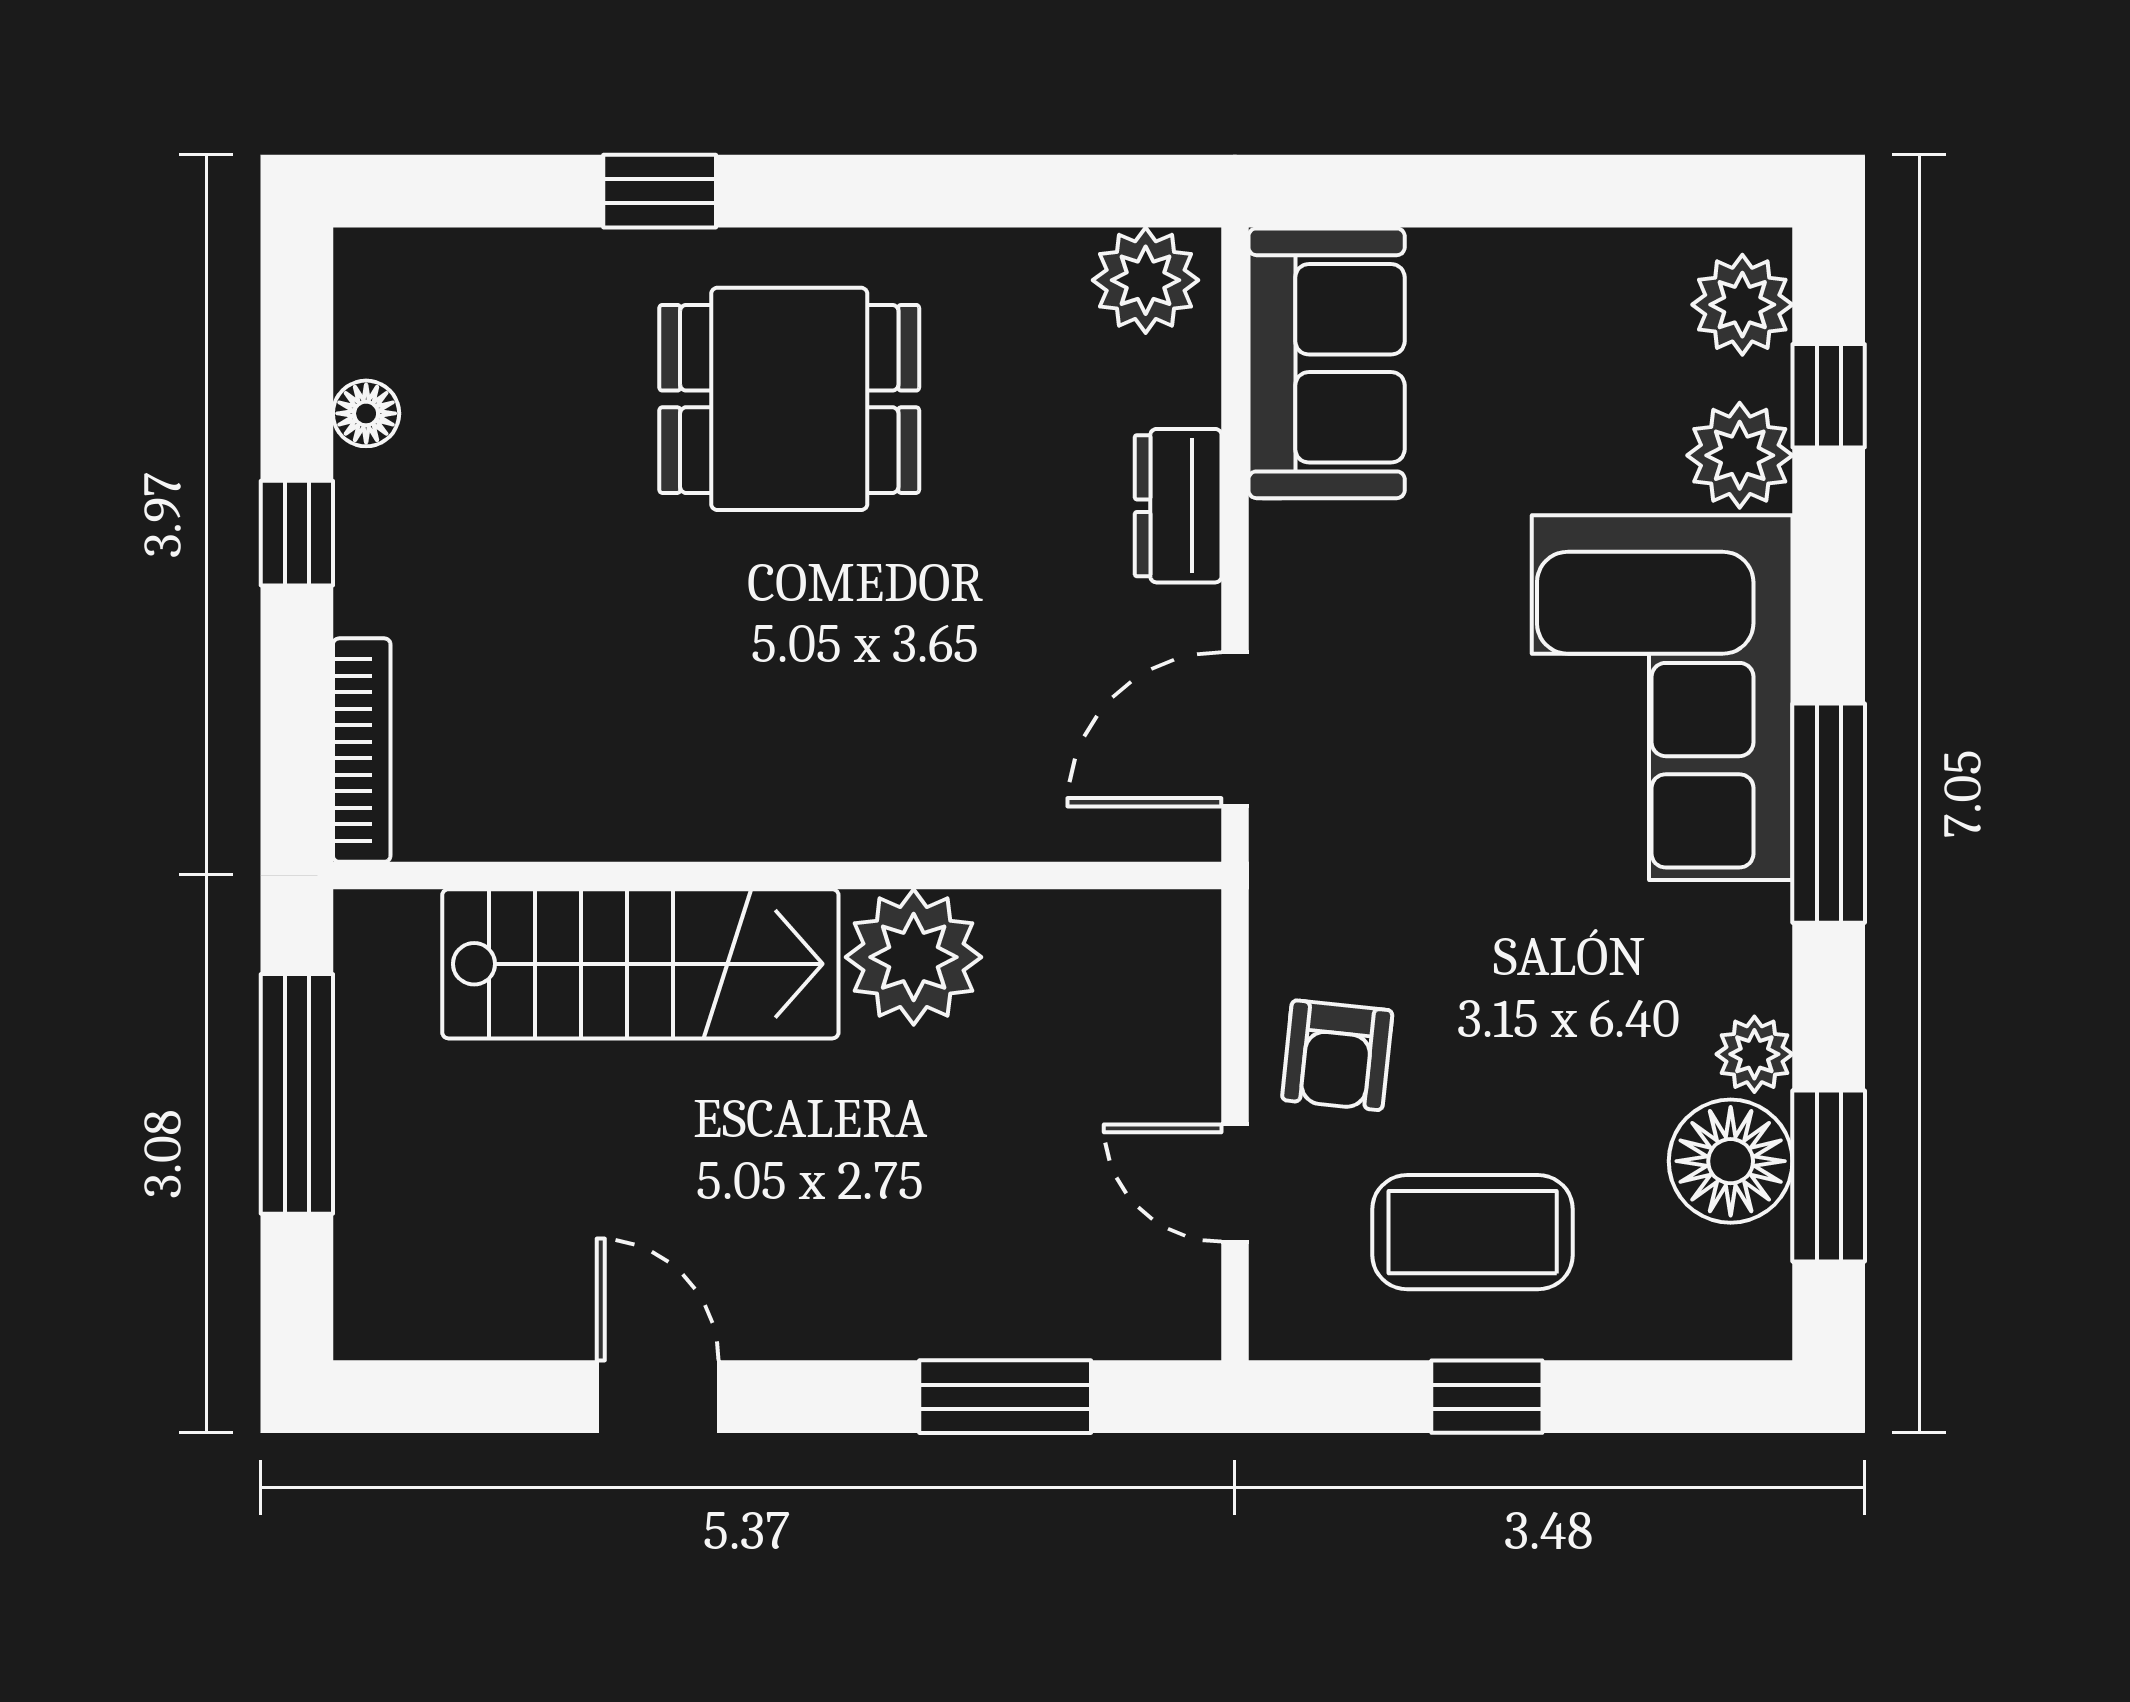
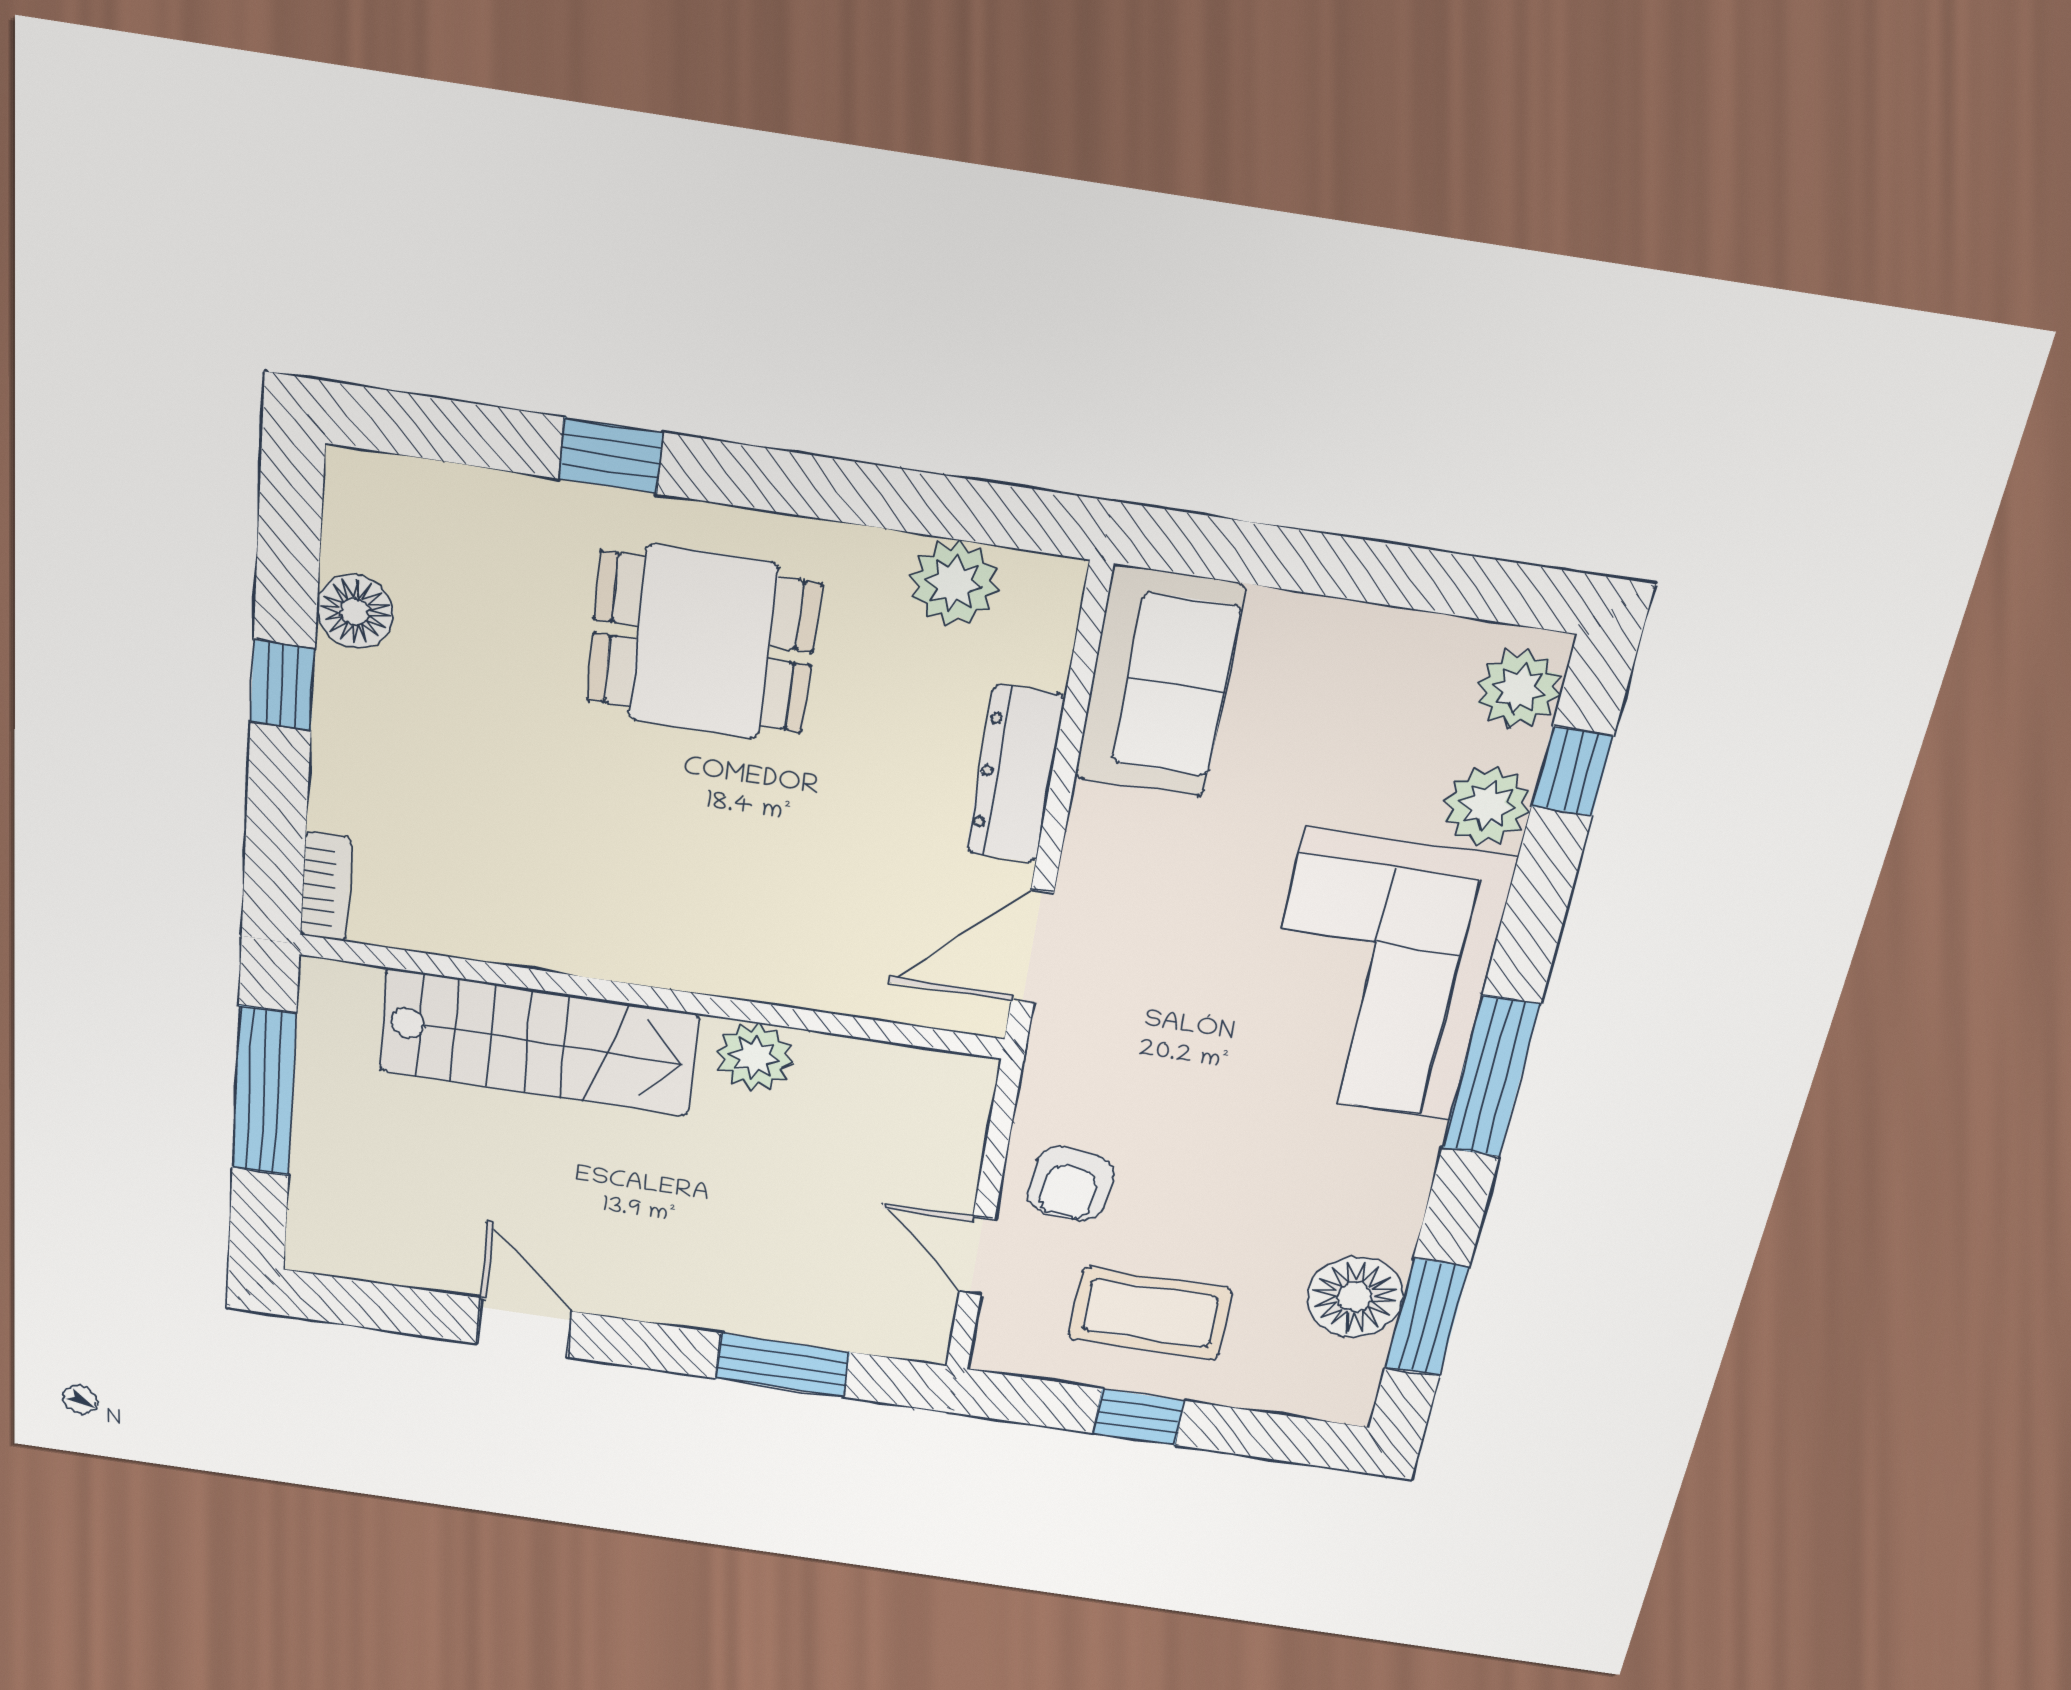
plant: (1146, 280) -> (954, 583), moved
floor lamp: (366, 413) -> (355, 611), width x1.37, depth x1.37
dresser: (1178, 506) -> (1015, 774), width x1.44
bookcase: (362, 750) -> (326, 887), width x0.64
plant: (914, 957) -> (754, 1057), width x0.73, depth x0.73
plant: (1754, 1054) -> (1391, 1231), removed

